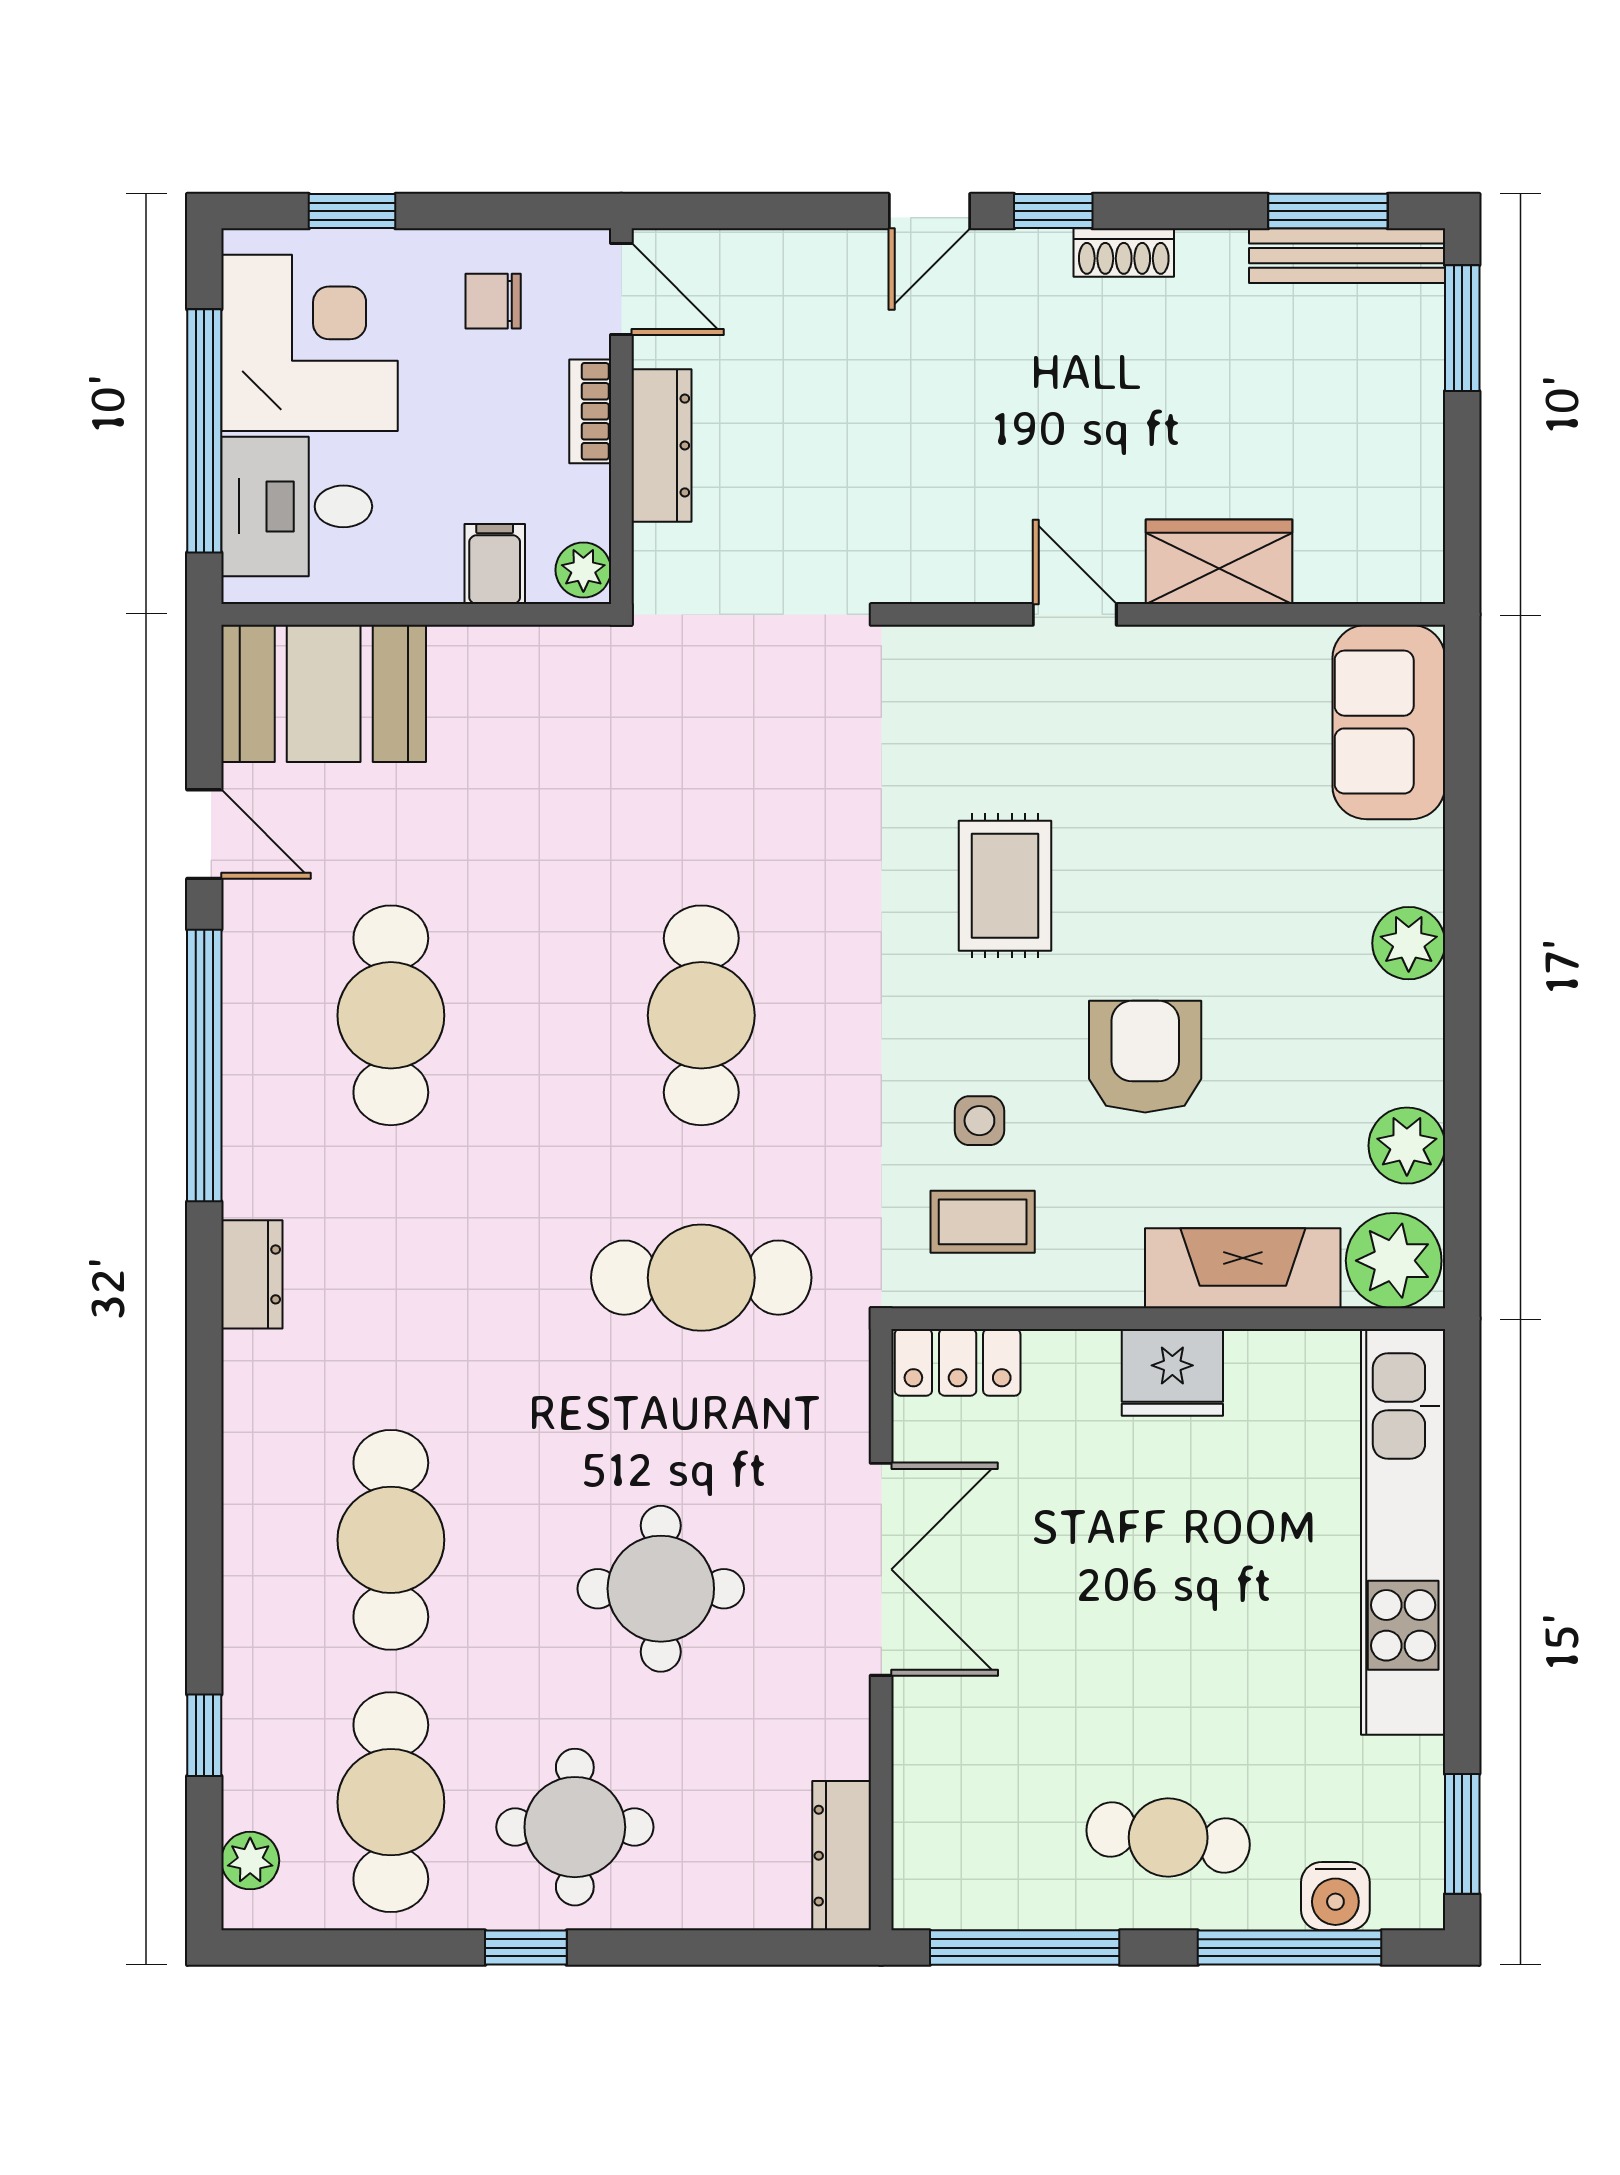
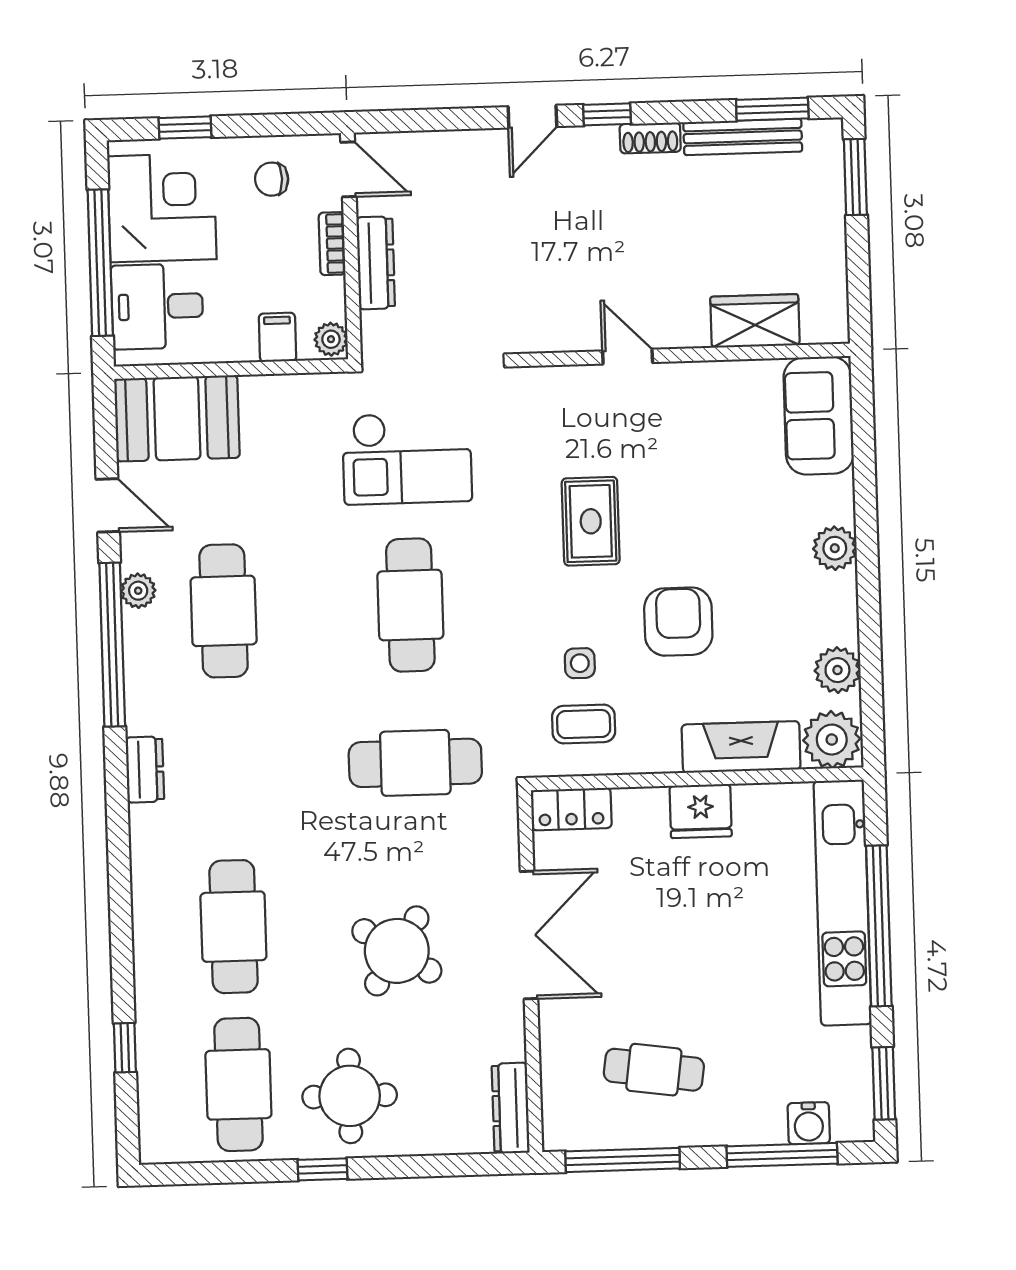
bench: (1347, 256) -> (743, 137), moved
wardrobe: (1219, 562) -> (755, 321), moved
checkout: (703, 771) -> (407, 458), added
window: (1462, 1572) -> (879, 926), added
round table: (661, 1589) -> (397, 951), turned 33
cafe table: (1168, 1838) -> (654, 1070), moved
plant: (250, 1861) -> (138, 591), moved

